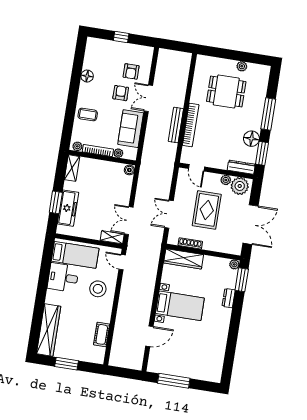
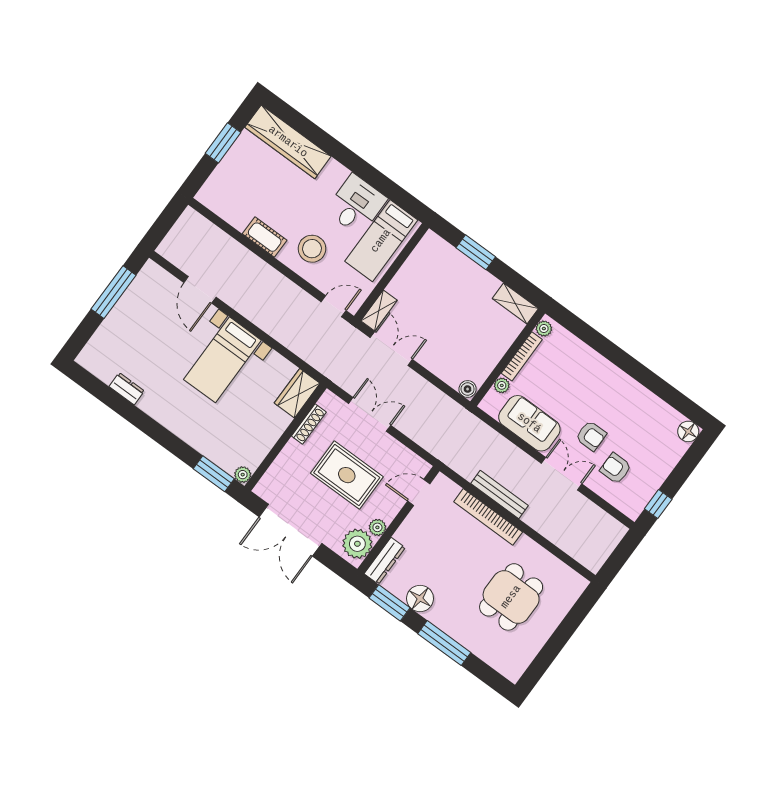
window: (121, 37) -> (658, 504), moved
plant: (242, 66) -> (537, 640), removed
floor lamp: (87, 76) -> (688, 431), moved
coffee table: (88, 114) -> (584, 369), removed
freezer: (68, 208) -> (458, 266), removed
wardrobe: (184, 259) -> (297, 393), width x0.67
dresser: (229, 298) -> (127, 389), moved
cot: (102, 334) -> (265, 237), moved

